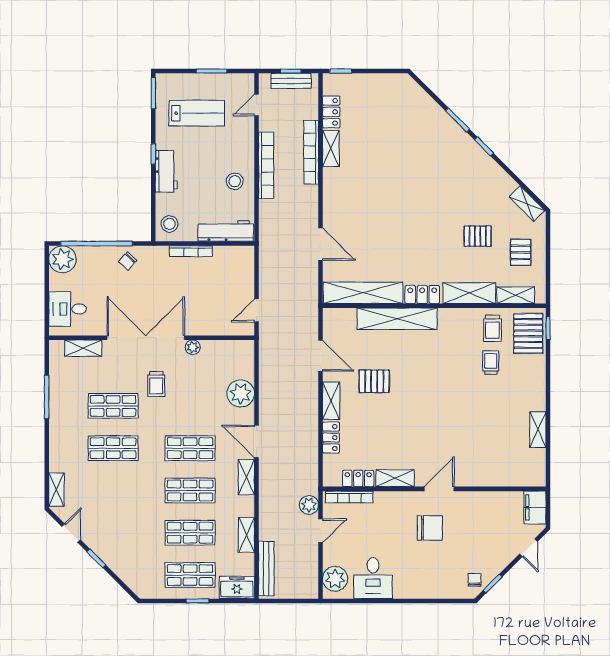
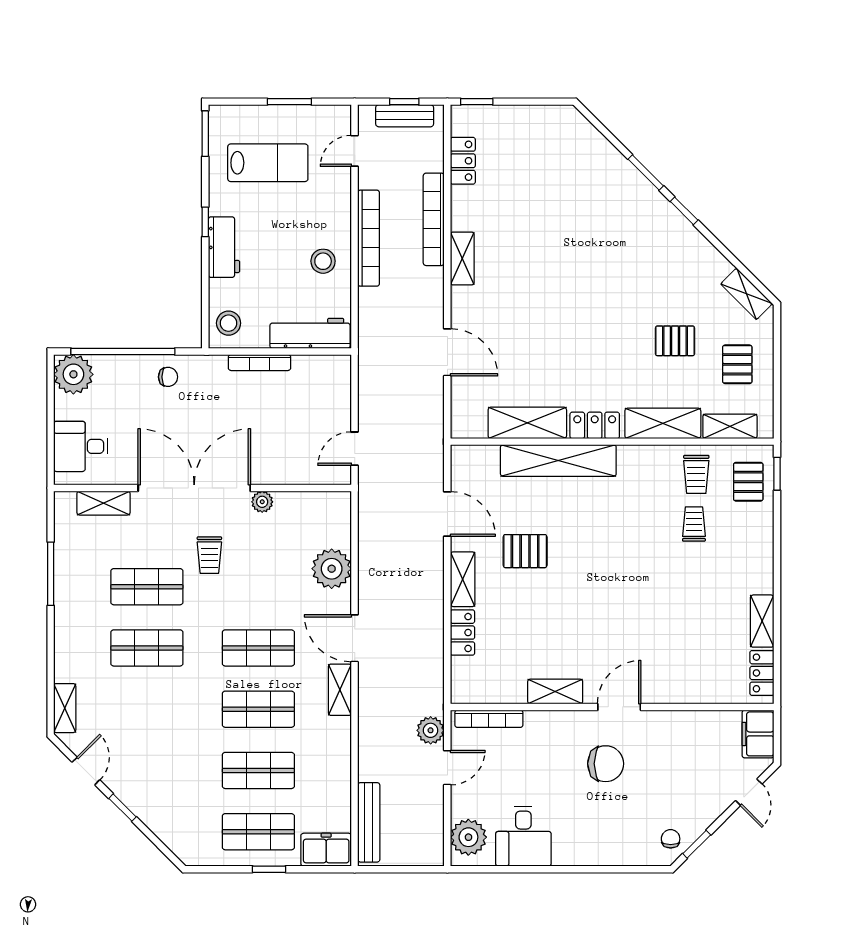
shelving: (331, 148) -> (462, 258), moved
chair: (128, 261) -> (168, 377), turned -133
shelving: (363, 293) -> (527, 423), width x0.68
pallet: (528, 333) -> (748, 482), width x0.67, depth x0.71
locker: (358, 478) -> (762, 673), moved, turned -90
shelving: (246, 535) -> (340, 773), removed

